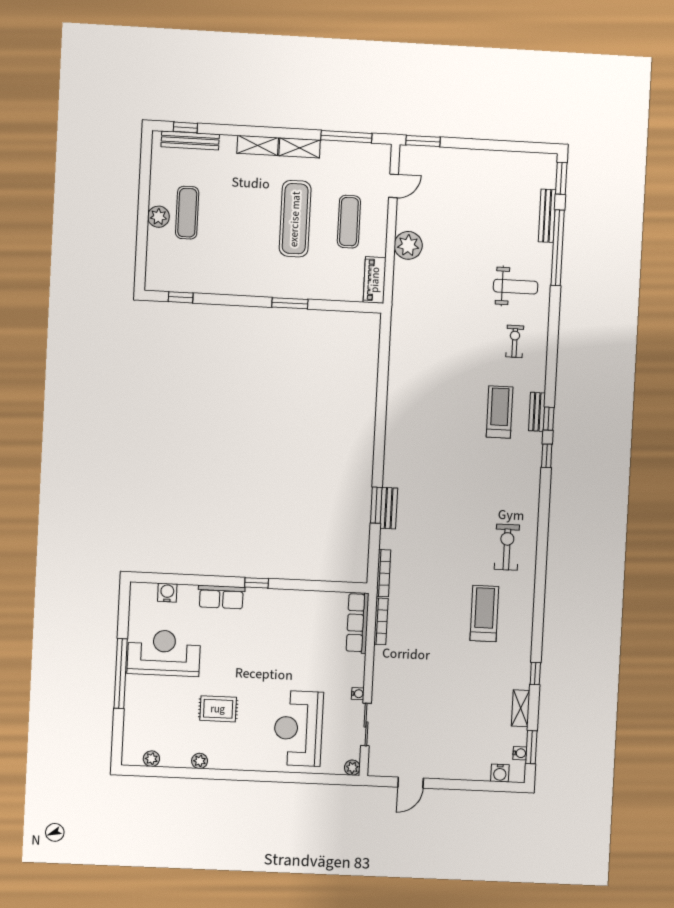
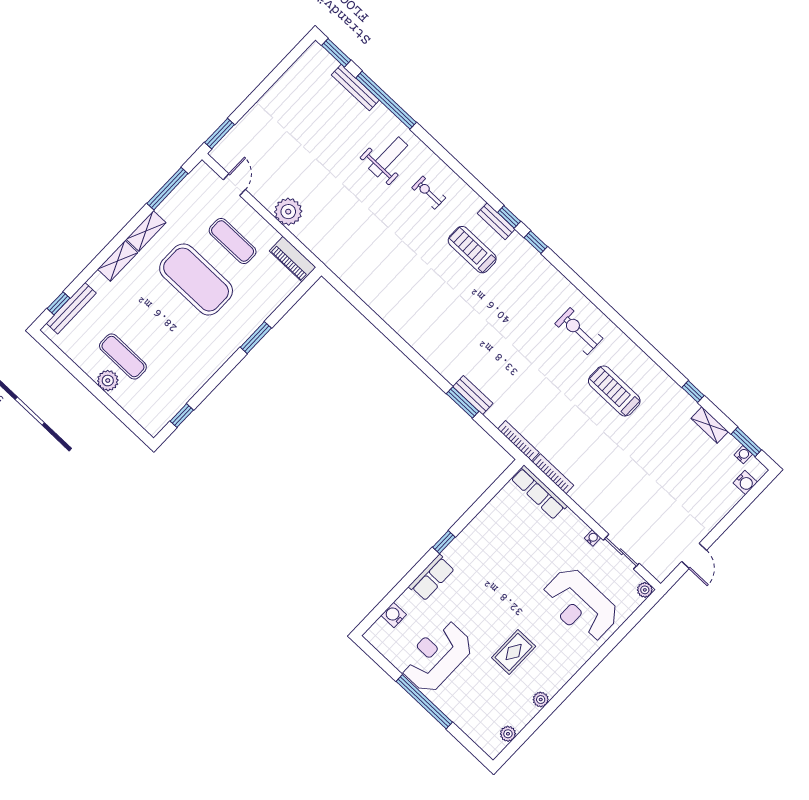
exercise mat: (295, 219) -> (196, 280), width x1.47

